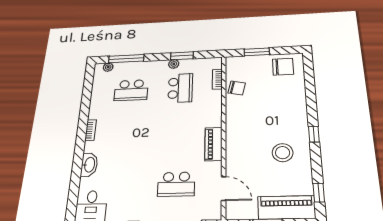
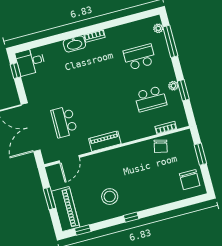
school desk: (131, 90) -> (139, 57), turned 90
washbasin: (89, 165) -> (74, 44), moved

